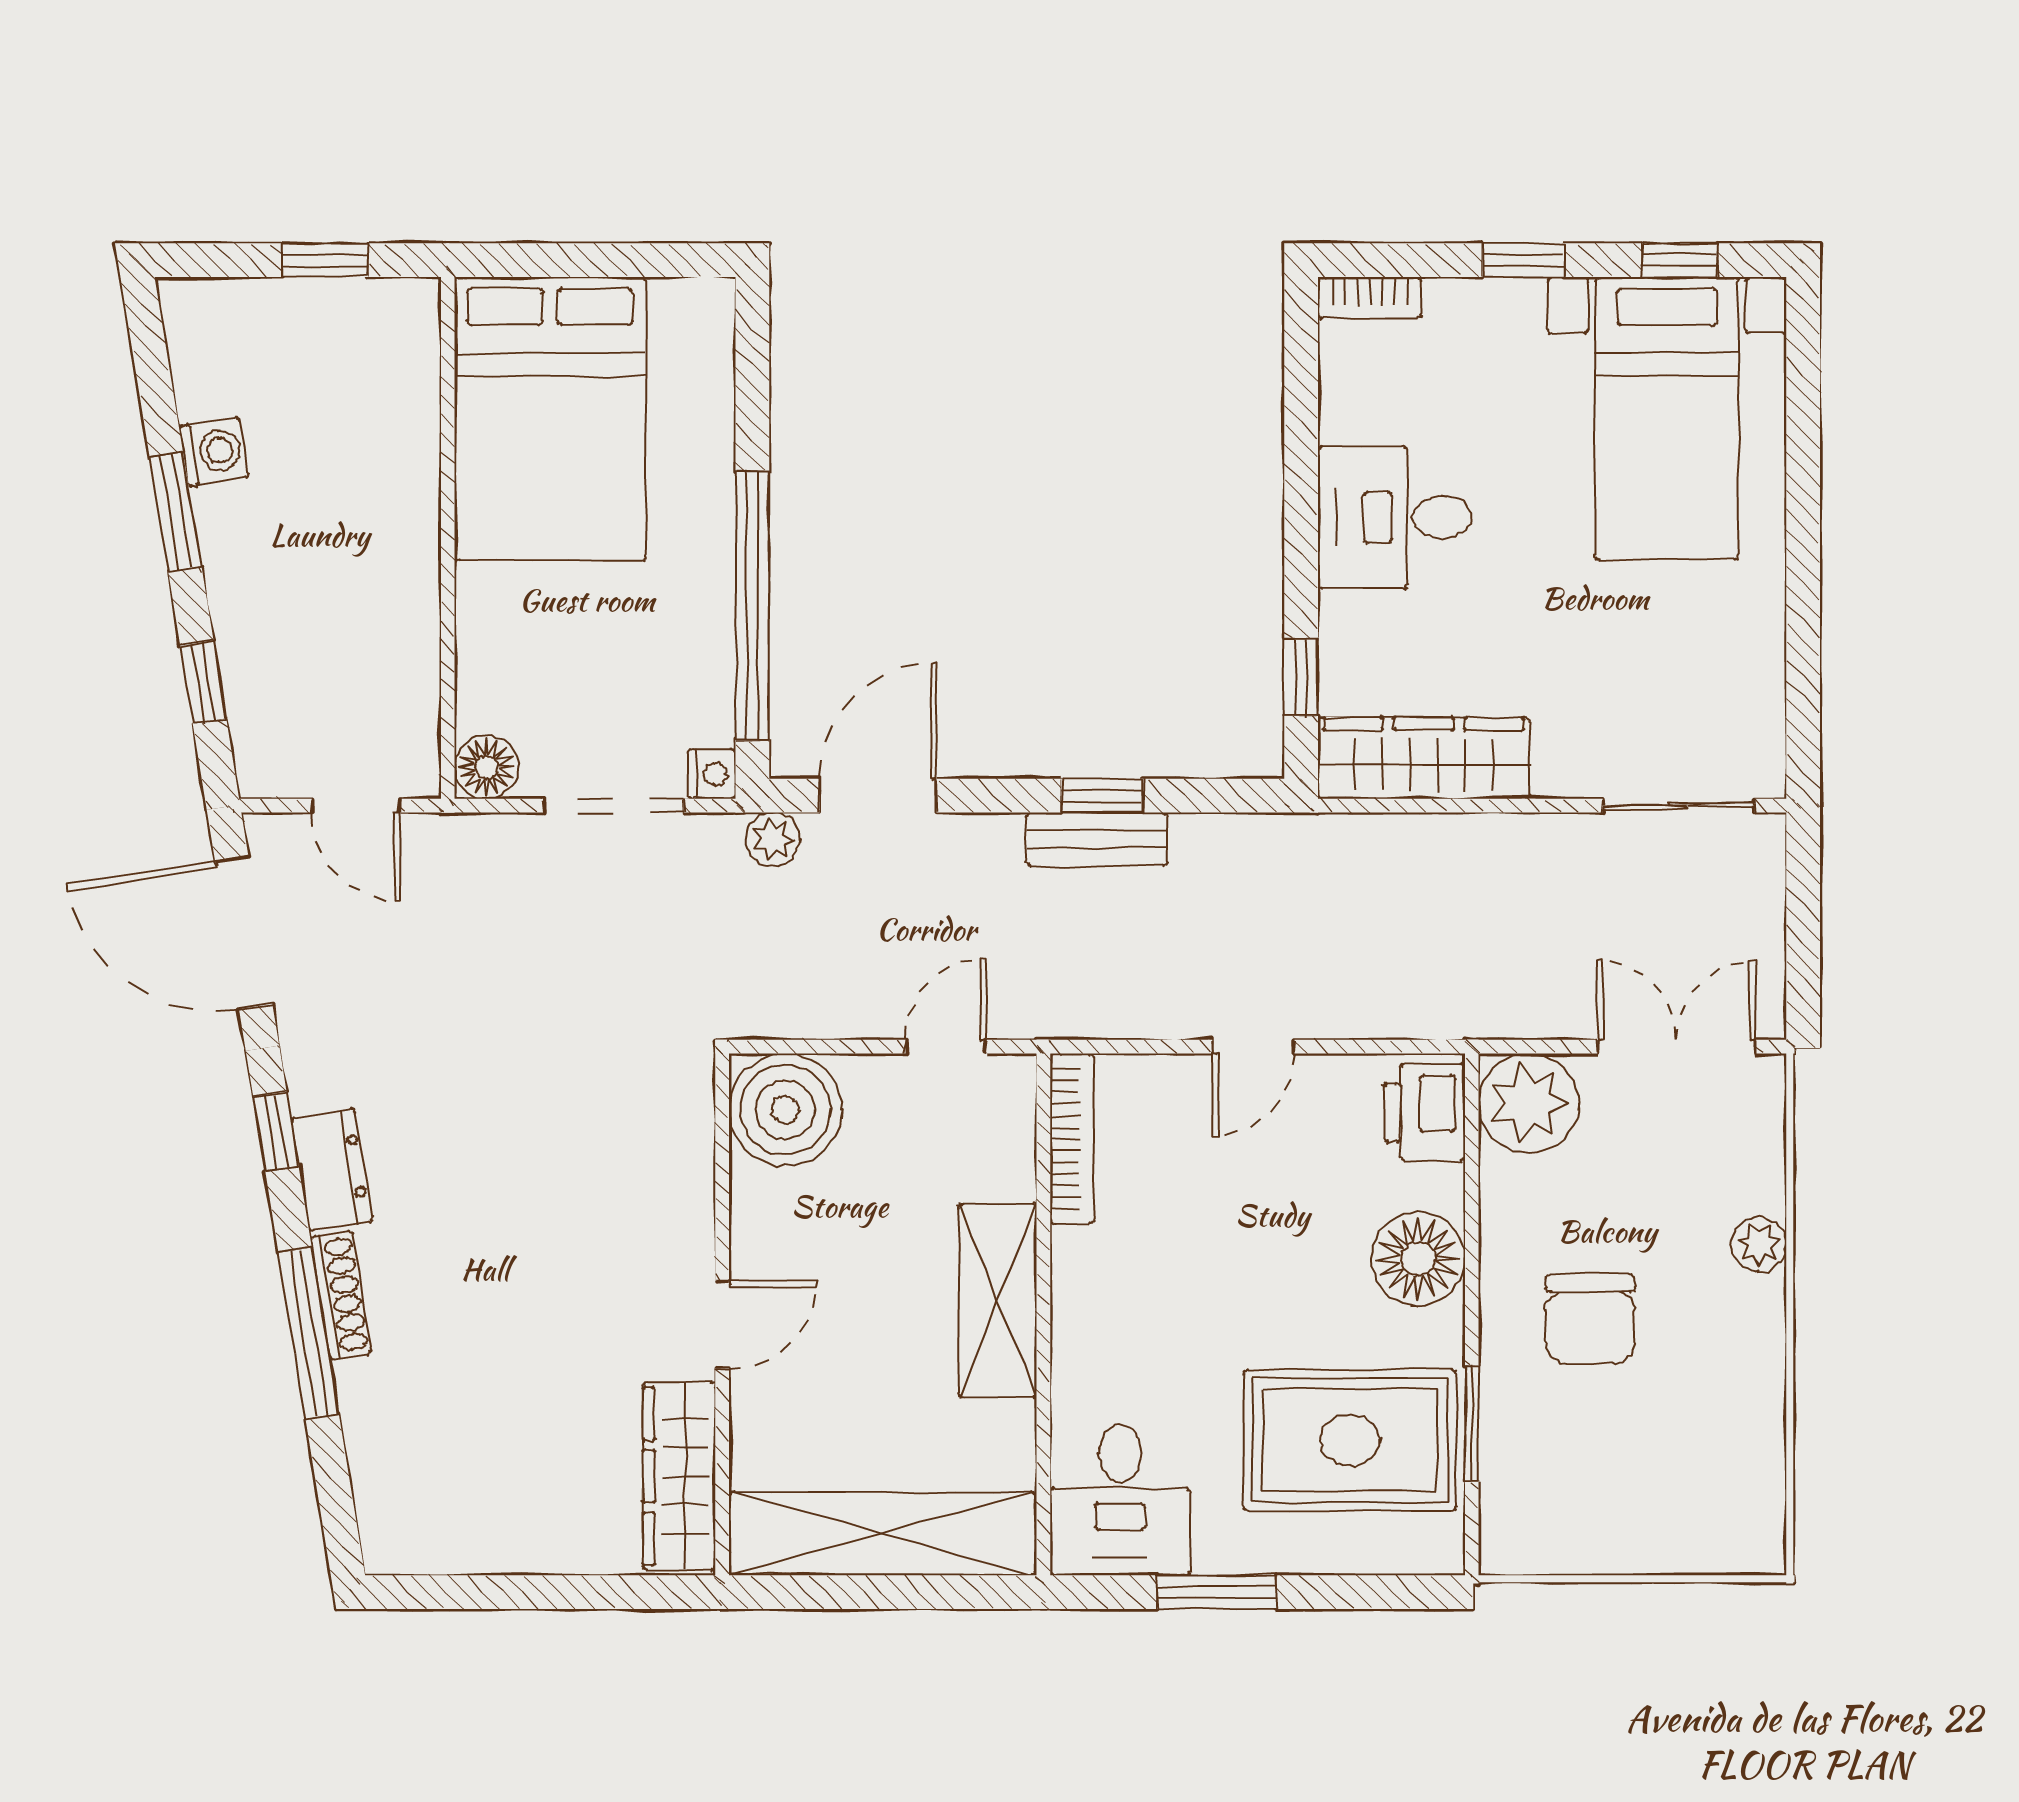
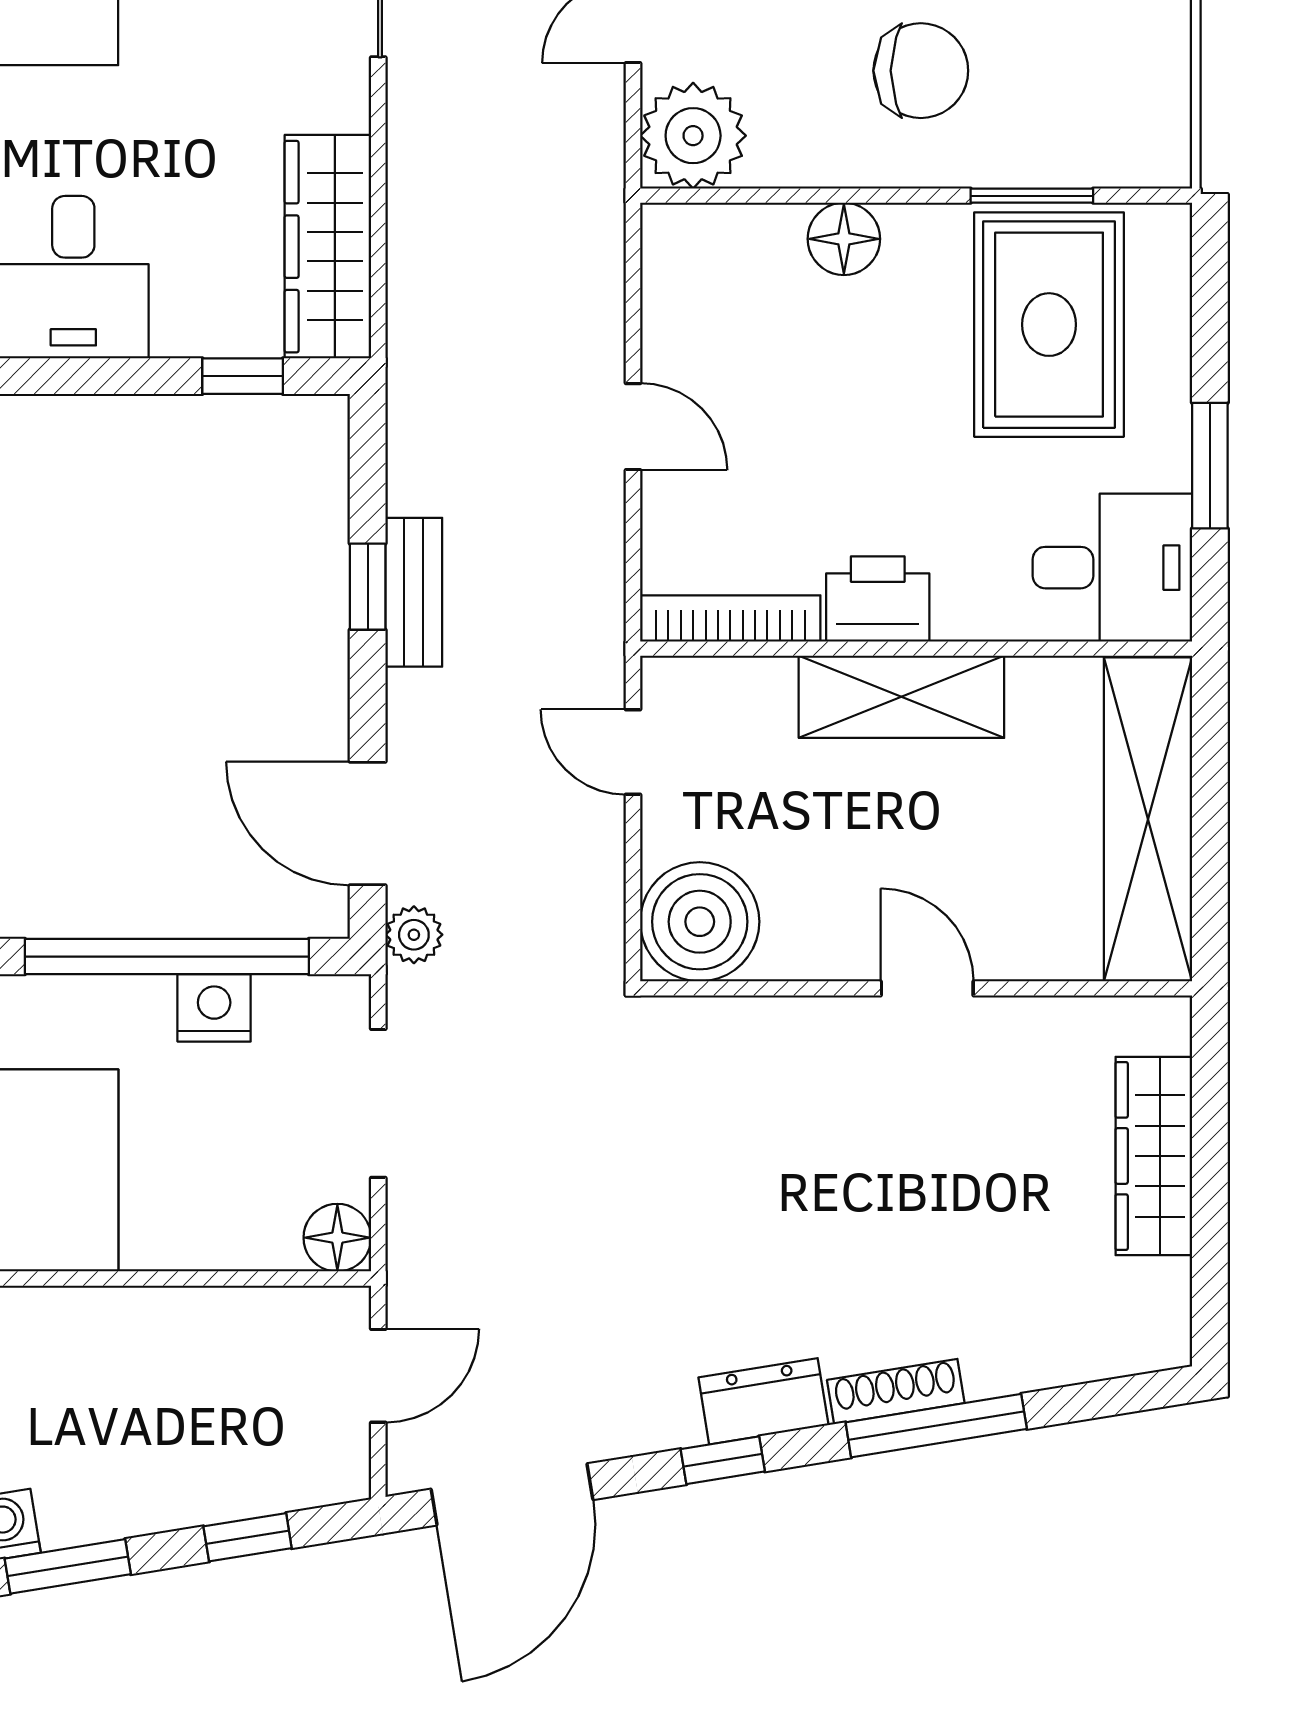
nightstand: (712, 774) -> (214, 1008), moved, width x1.39, depth x1.35
printer: (1425, 1112) -> (878, 599), moved, turned 180
floor lamp: (1418, 1259) -> (844, 239), width x0.73, depth x0.73
wardrobe: (679, 1476) -> (1154, 1156), moved, turned 90

